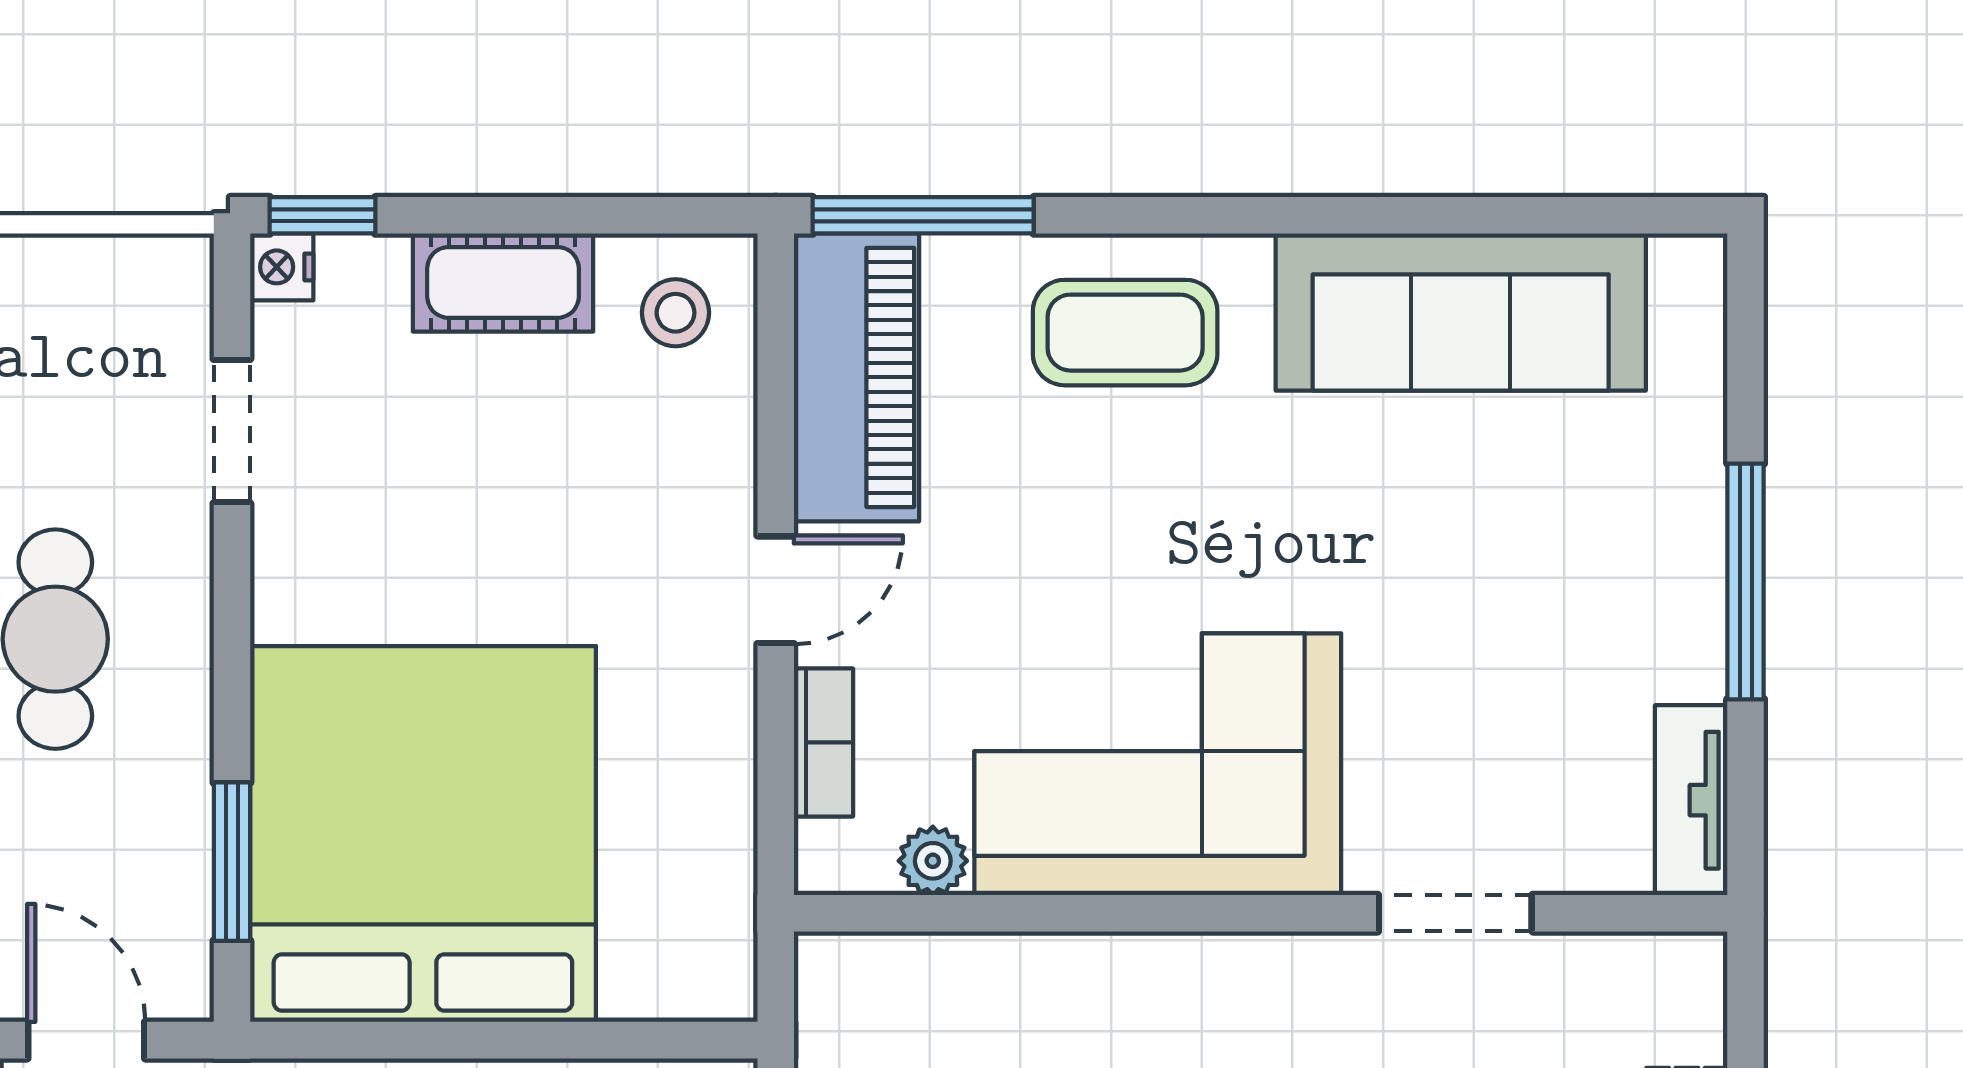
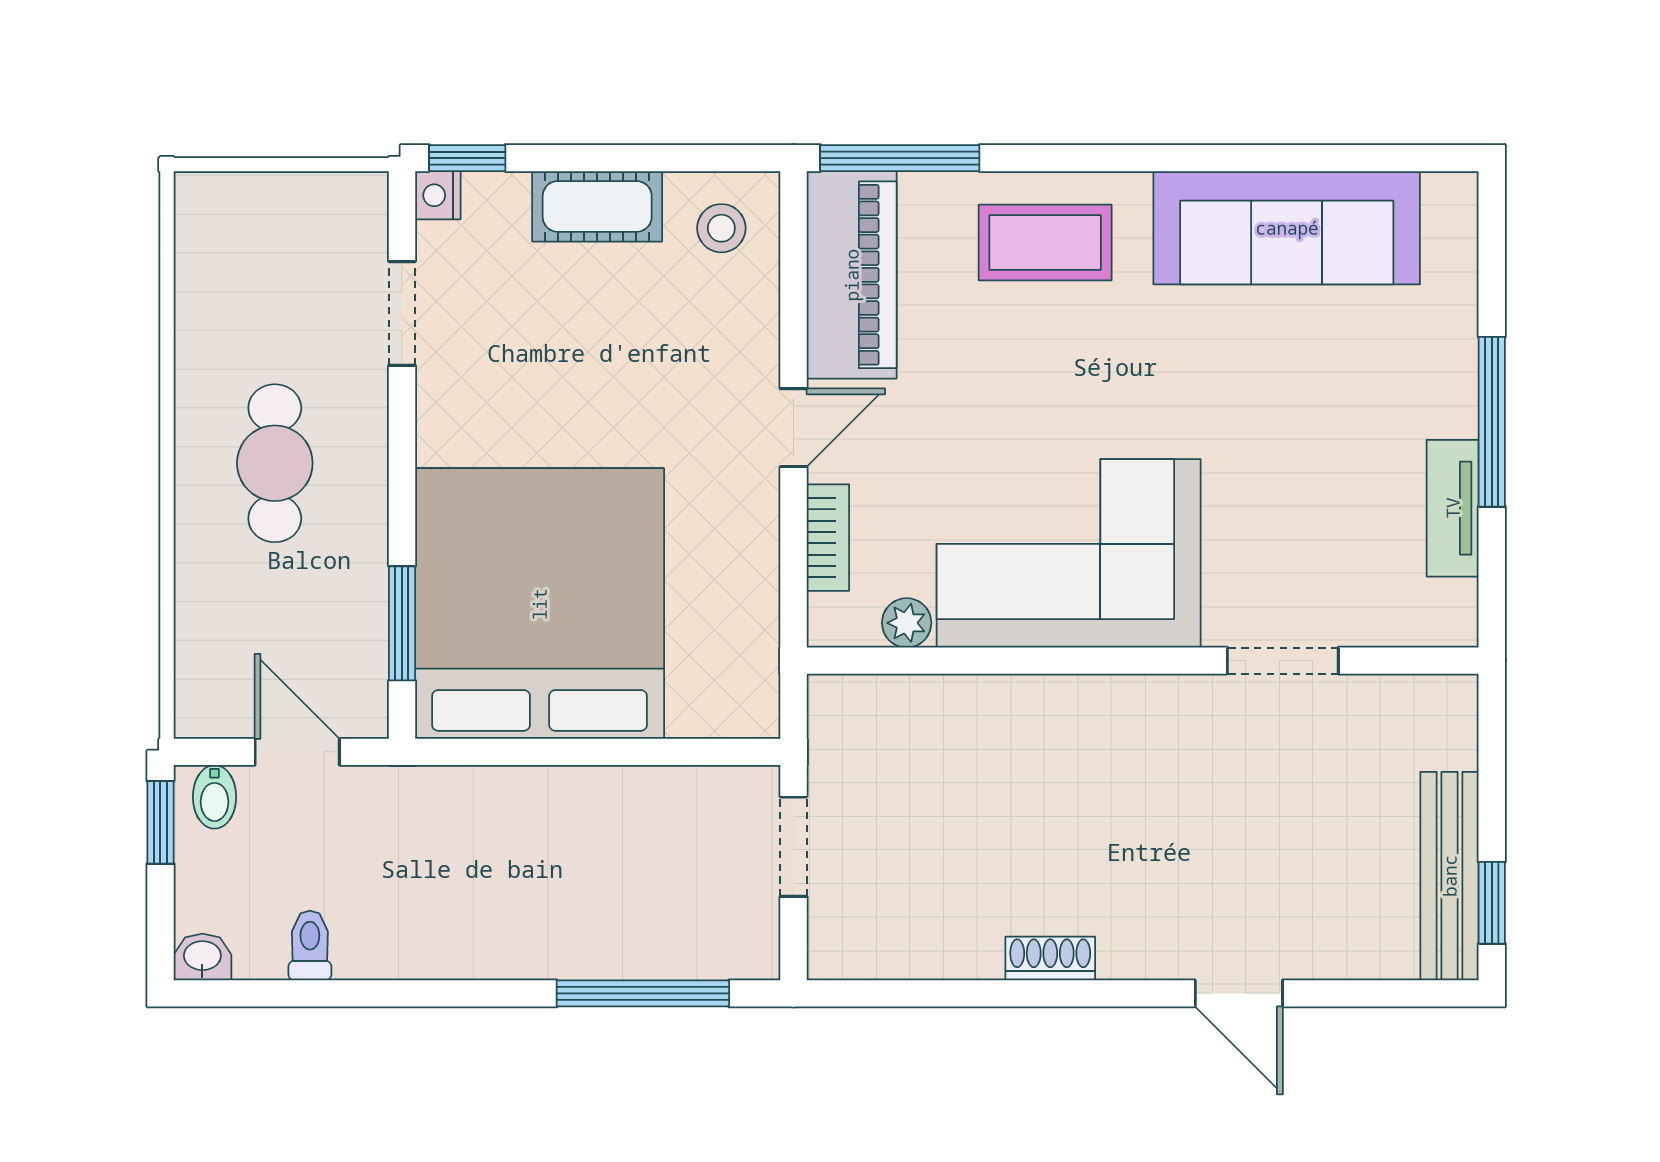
tv unit: (1691, 800) -> (1453, 508), moved

